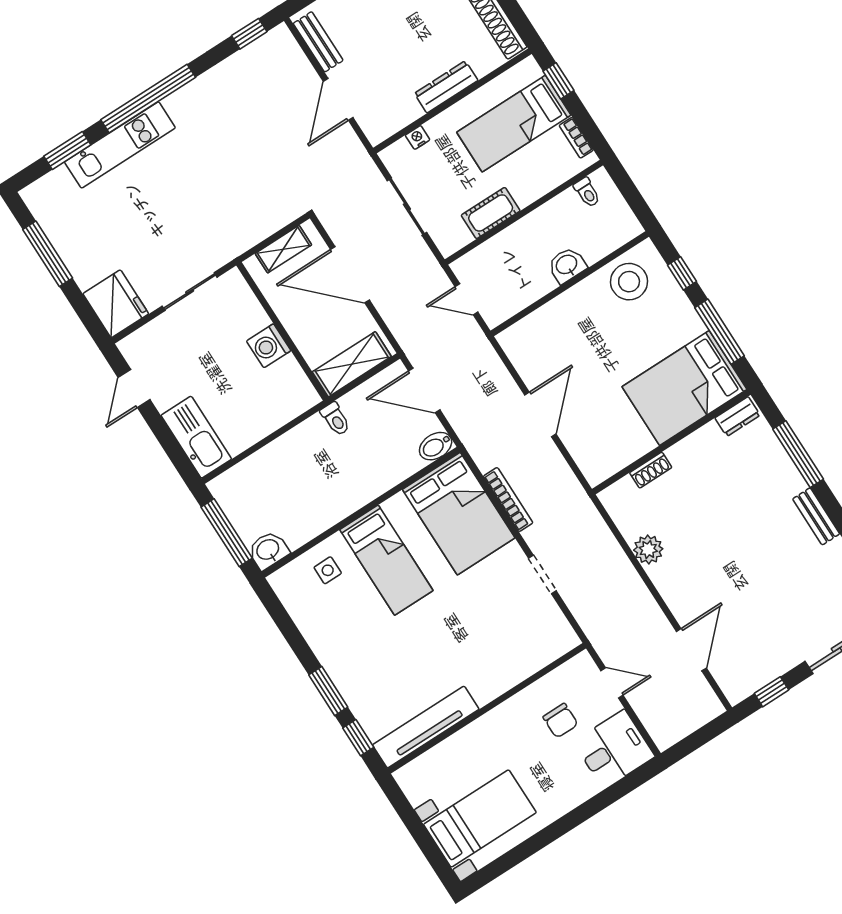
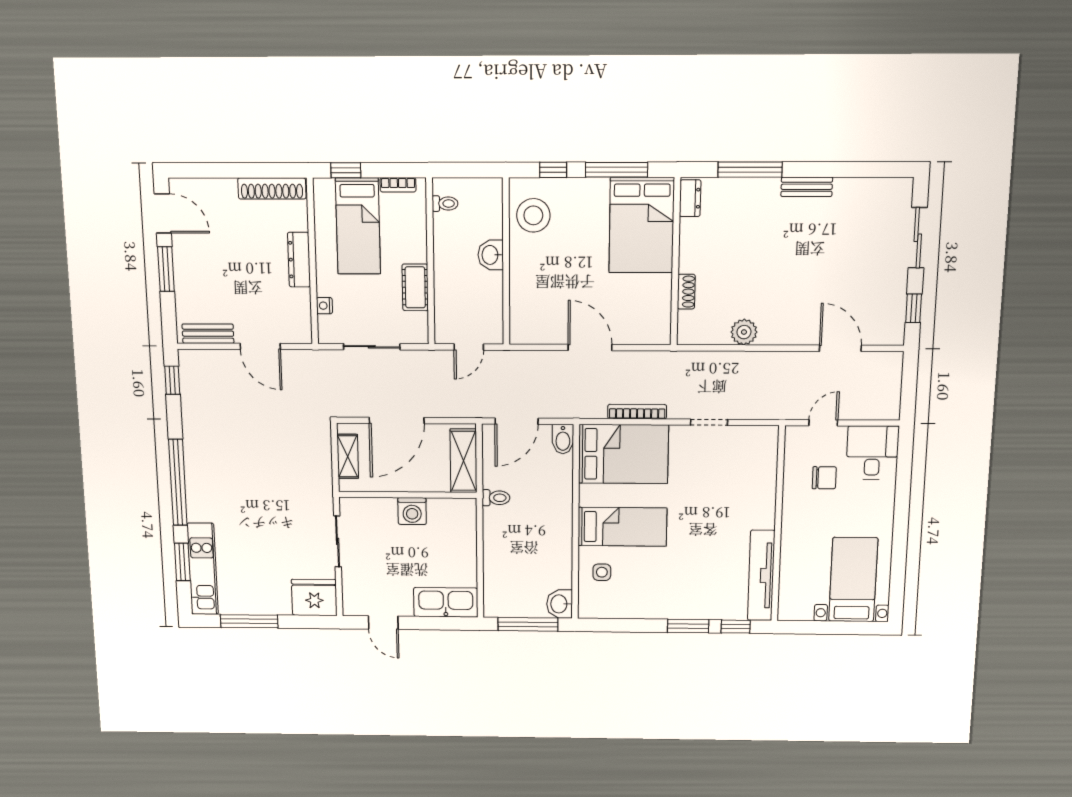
kitchen unit: (120, 145) -> (203, 569), moved

